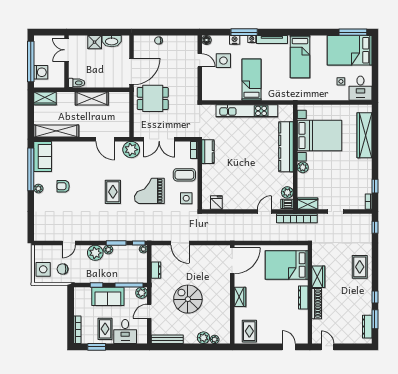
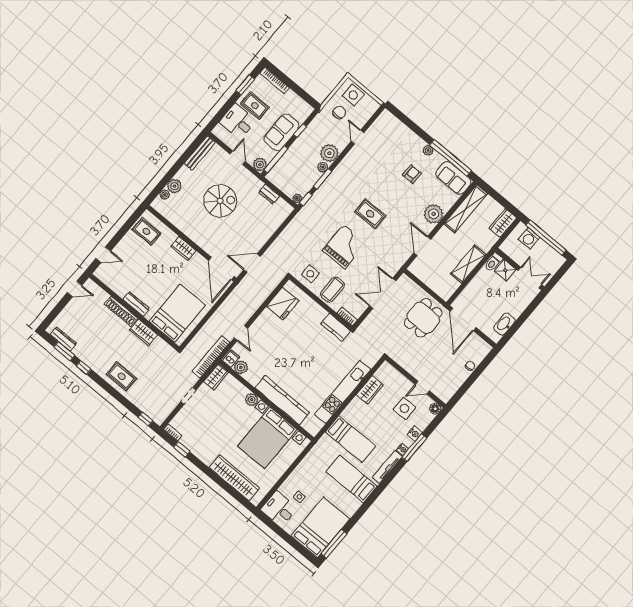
shower: (95, 42) -> (505, 270), moved
bed: (251, 80) -> (350, 439), moved
wardrobe: (230, 94) -> (370, 390), added
door: (105, 139) -> (422, 246), hinge flipped
plant: (131, 150) -> (434, 214), moved
fridge: (216, 203) -> (283, 304), width x1.88, depth x1.34
door: (180, 243) -> (252, 263), moved

